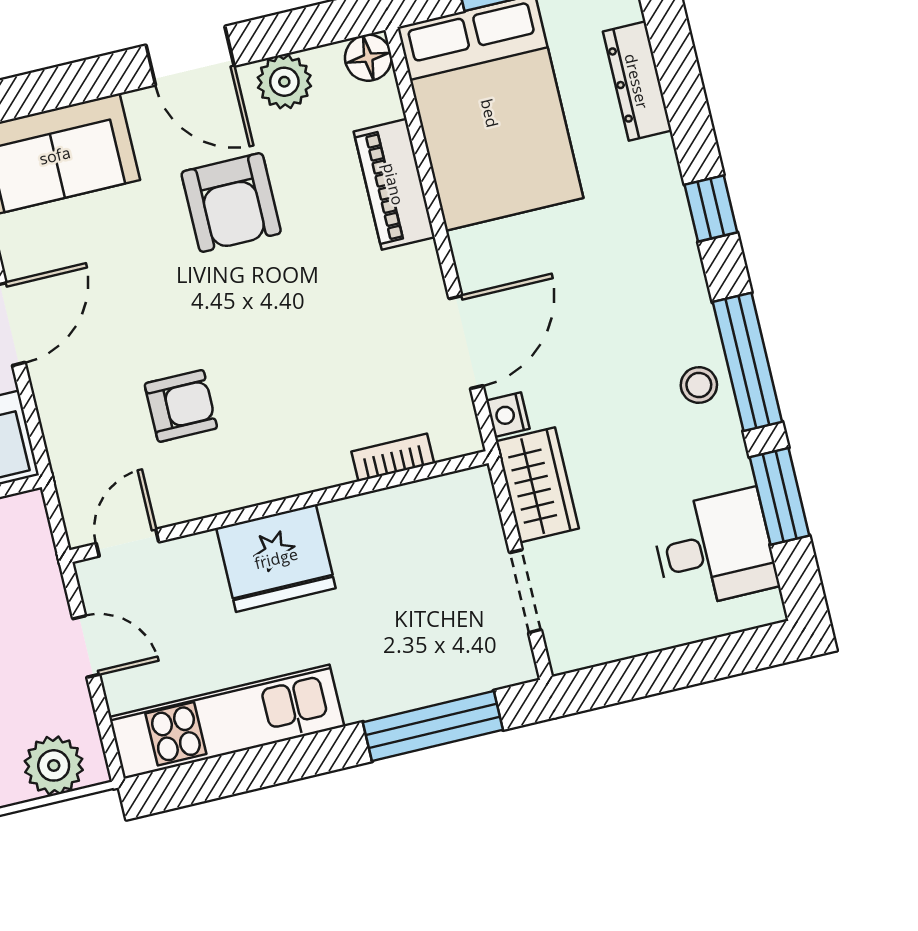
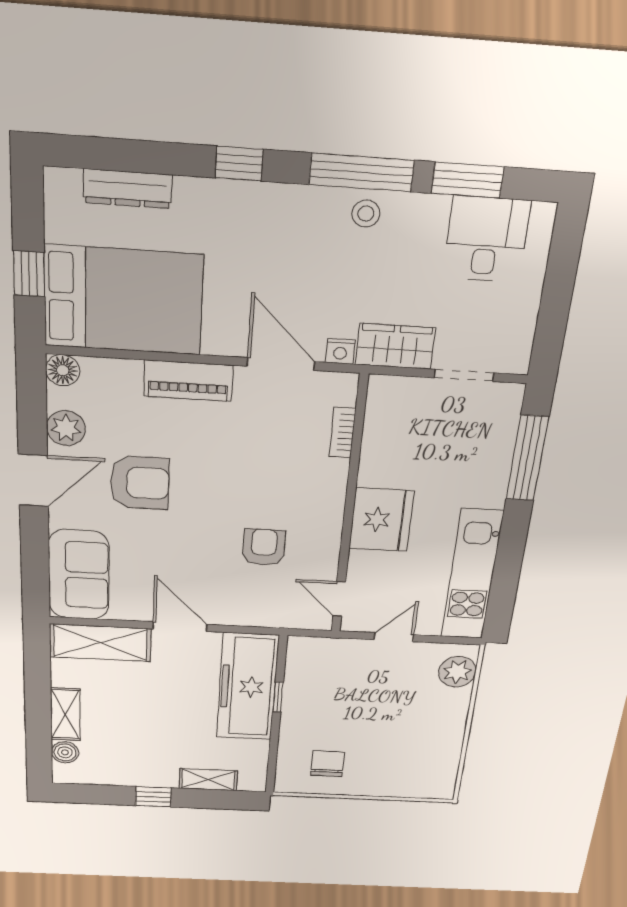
piano: (394, 184) -> (188, 381), moved

